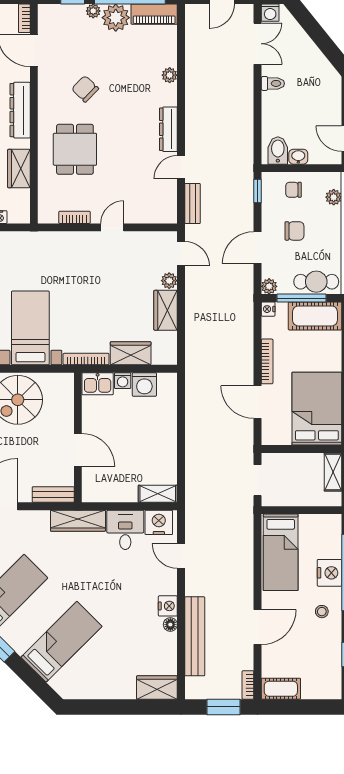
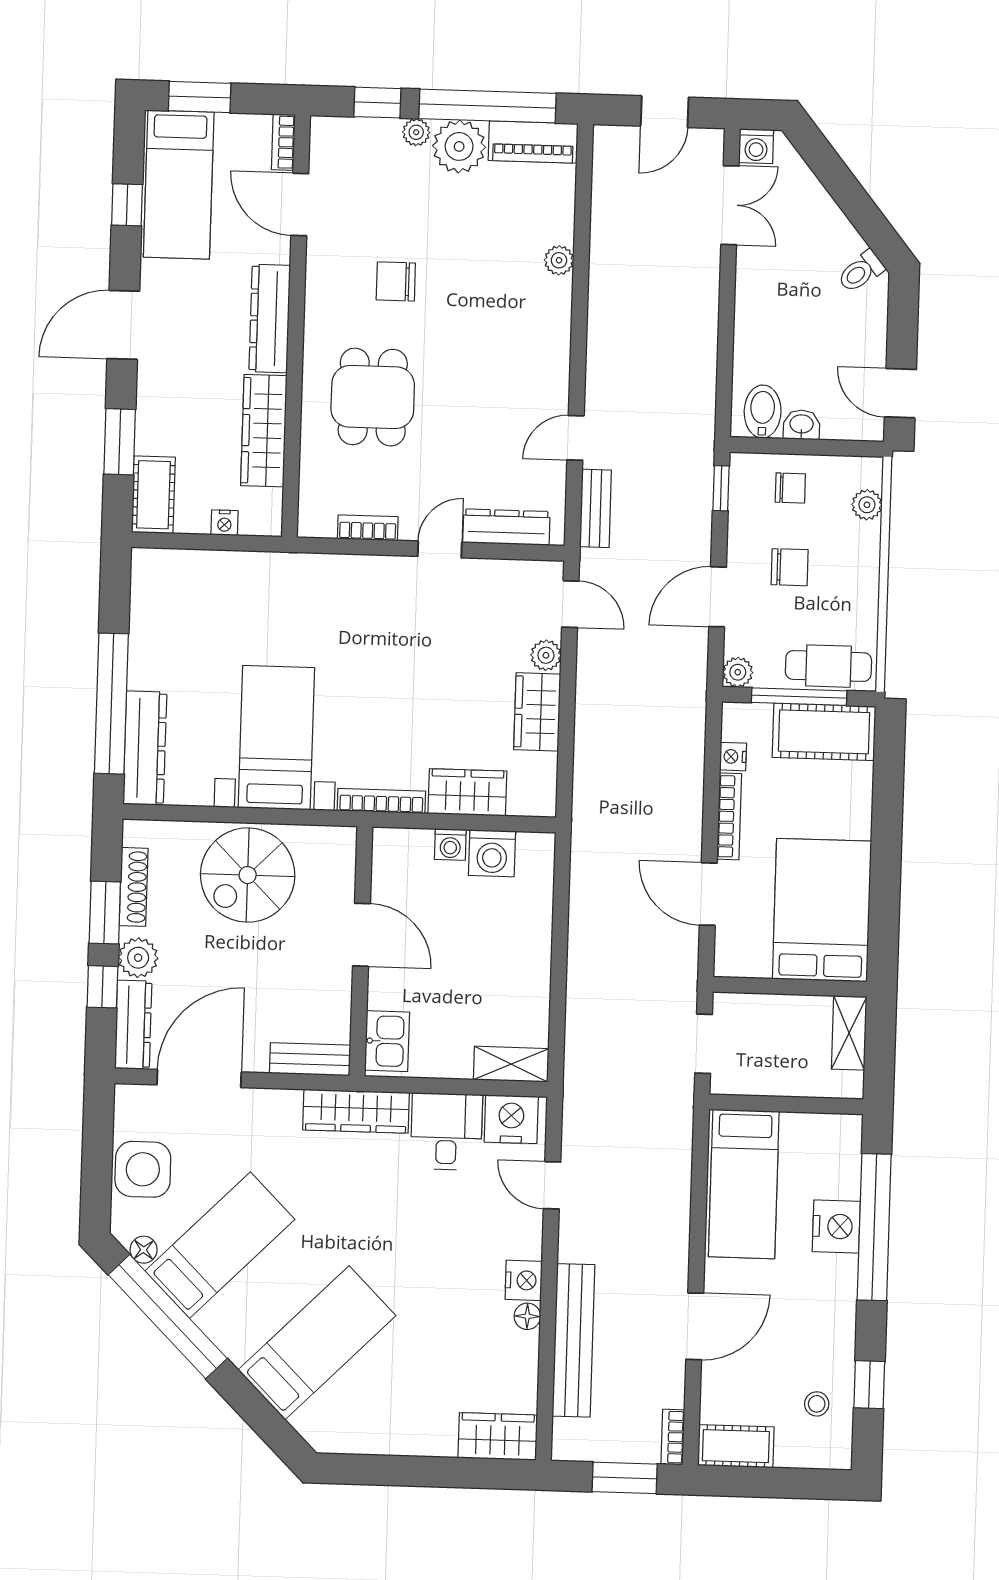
toilet: (273, 83) -> (861, 272), moved, turned 141
chair: (85, 89) -> (396, 281), turned -44
dresser: (168, 129) -> (506, 527), moved, turned 90
wardrobe: (19, 169) -> (264, 431), width x1.50
chair: (294, 190) -> (790, 488), turned 180
nightstand: (268, 309) -> (733, 757), moved
kitchen sink: (98, 384) -> (387, 1041), moved, turned -90
door: (78, 450) -> (361, 935), moved
stool: (322, 612) -> (817, 1404), moved

